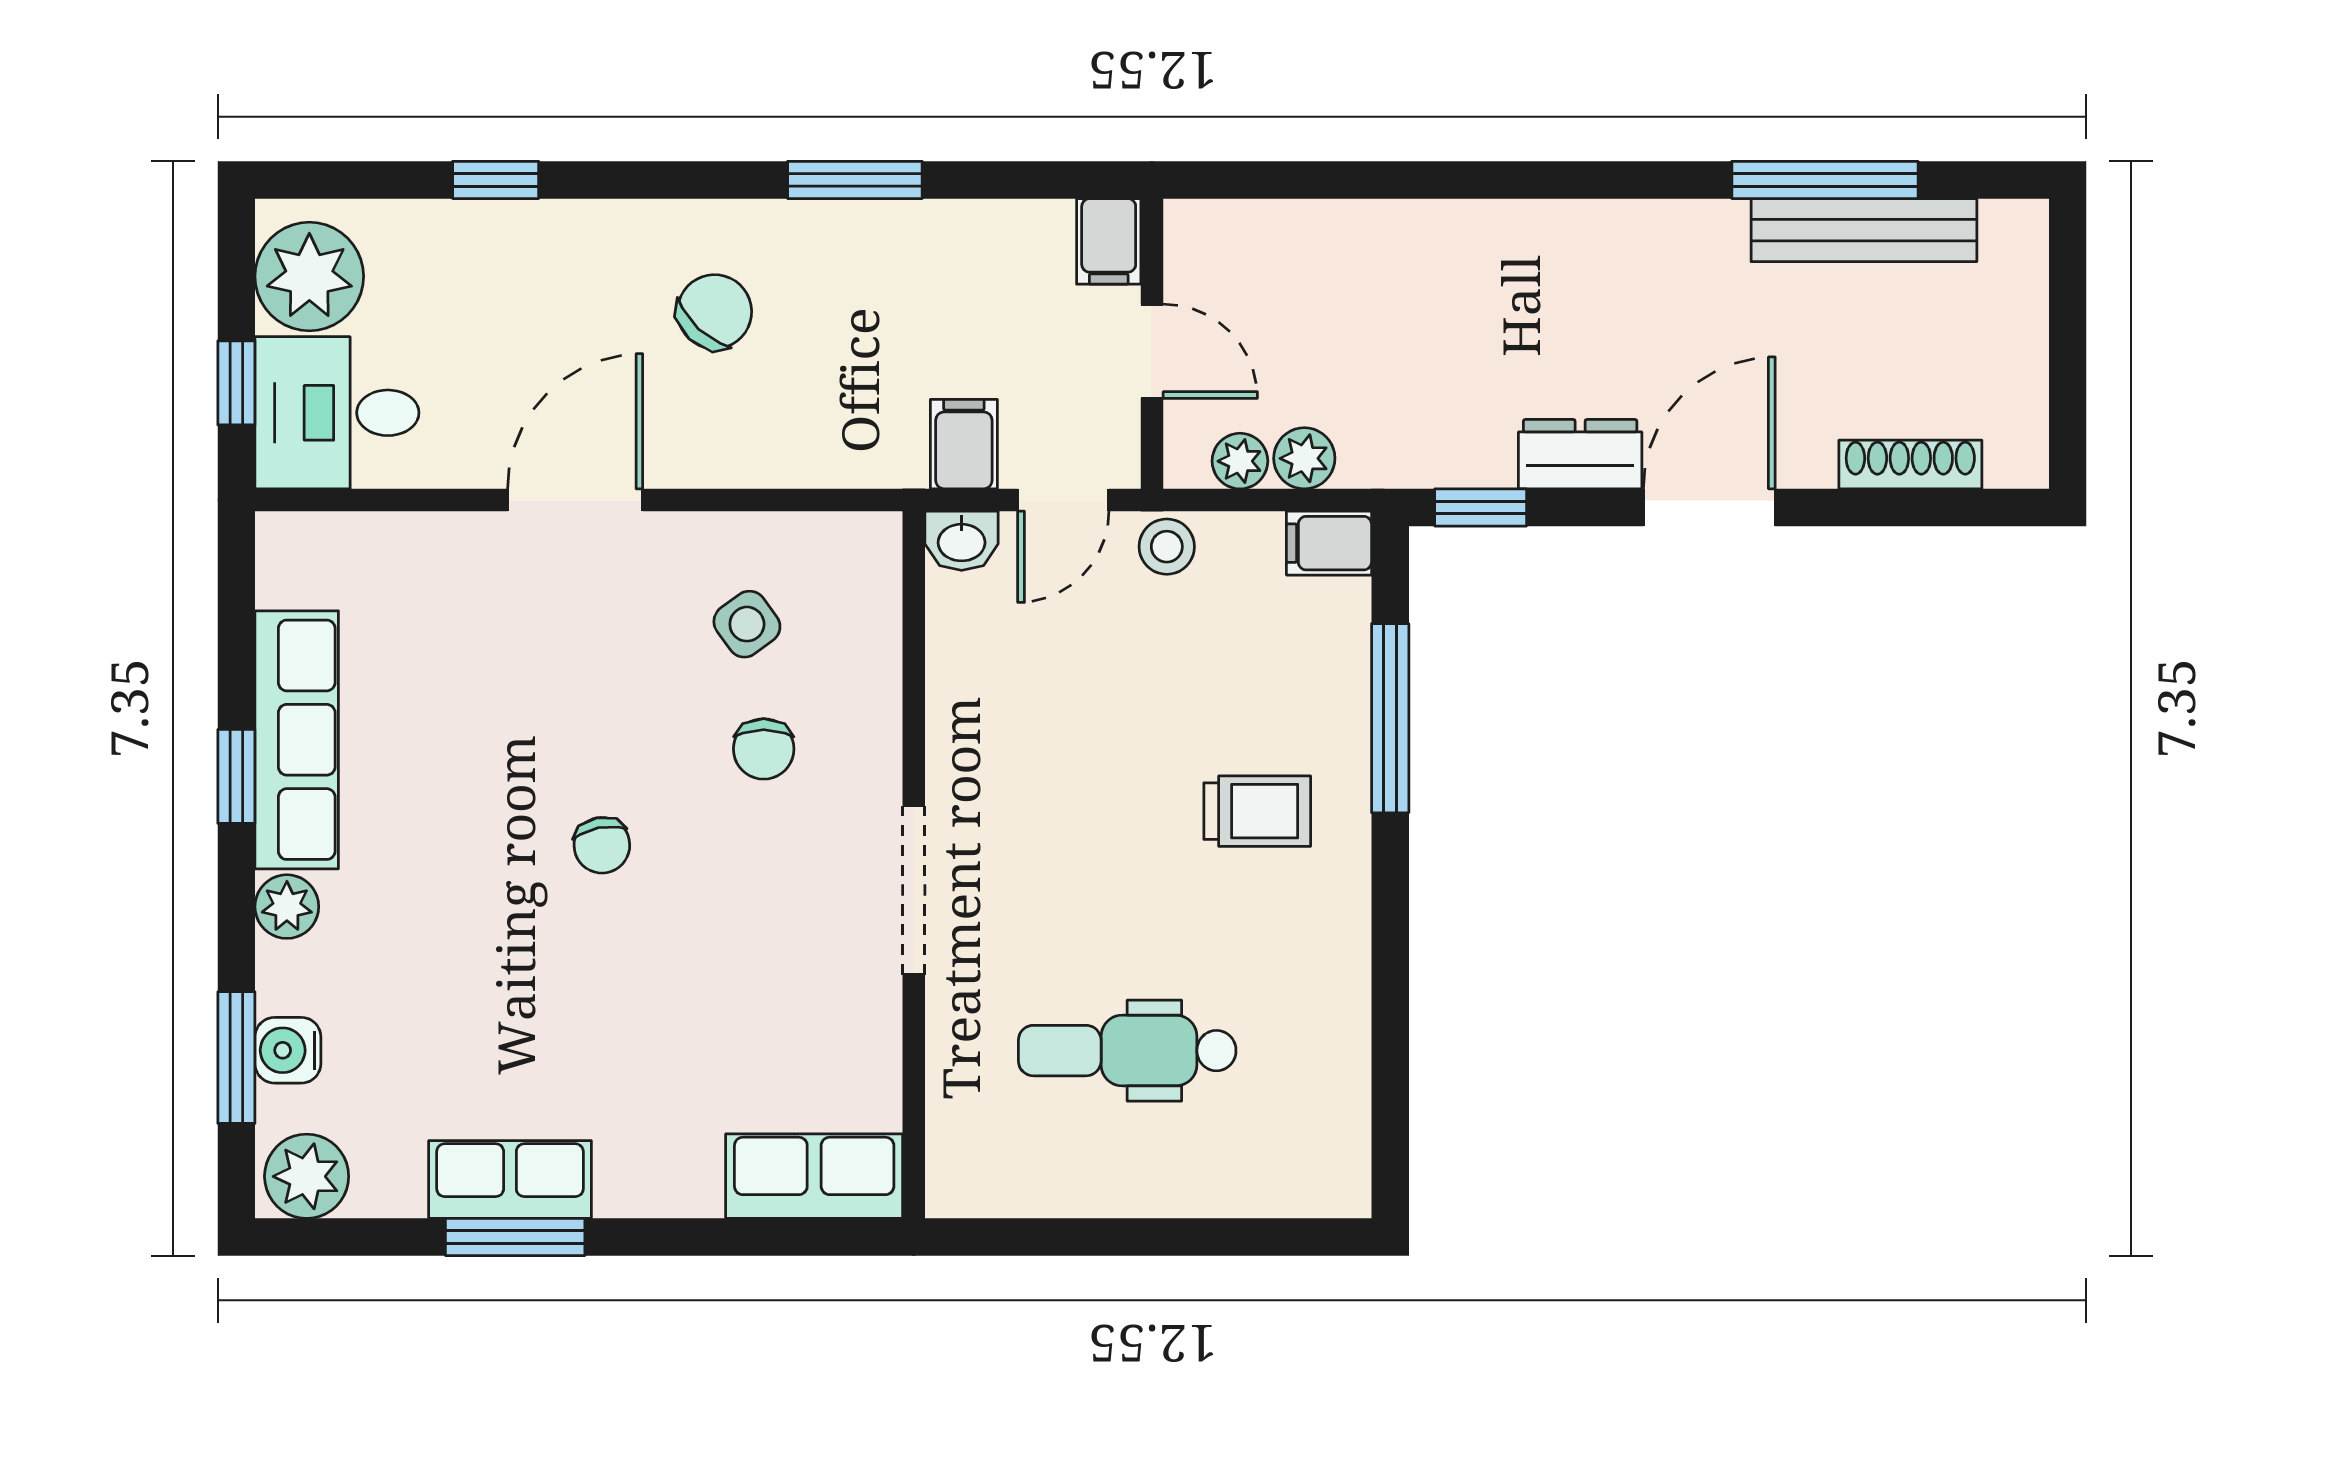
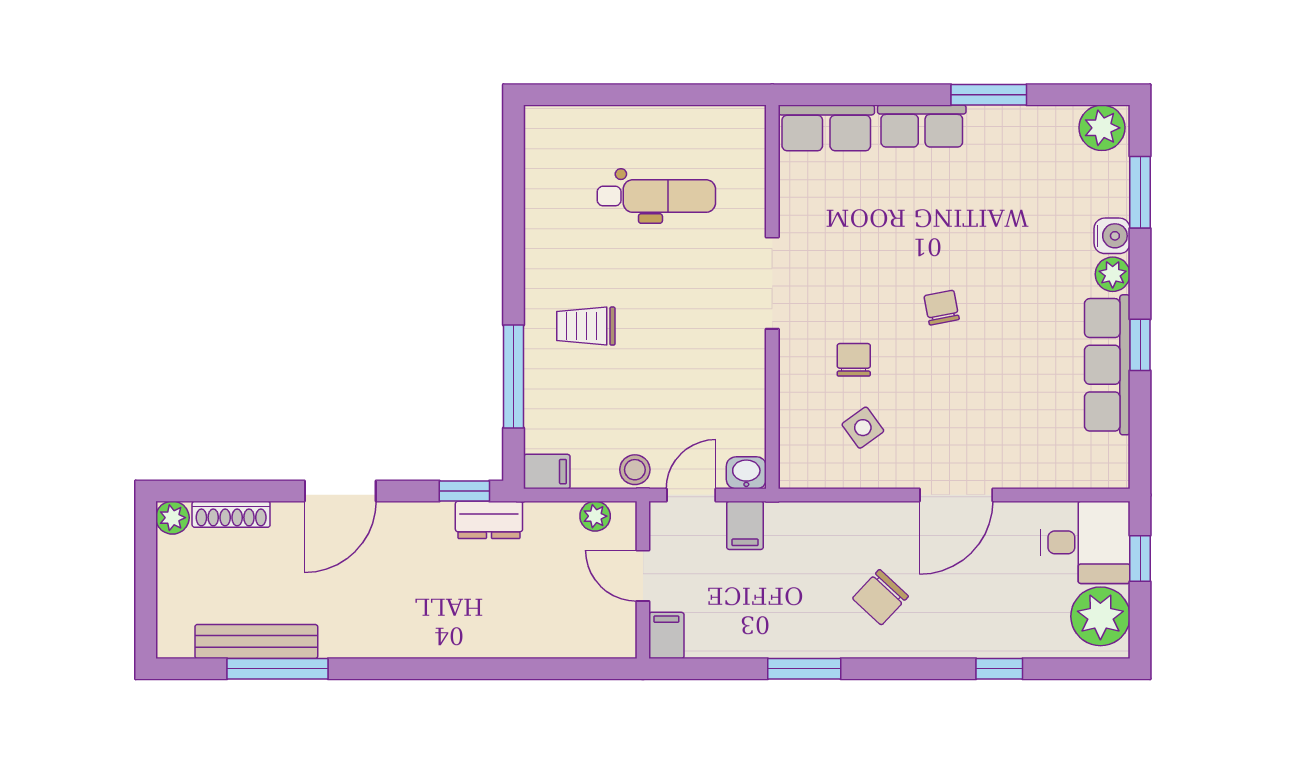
dresser: (1580, 454) -> (489, 520), moved
plant: (1304, 458) -> (172, 518), moved
water cooler: (288, 1050) -> (1112, 236), moved
row of seats: (510, 1179) -> (922, 126), moved

